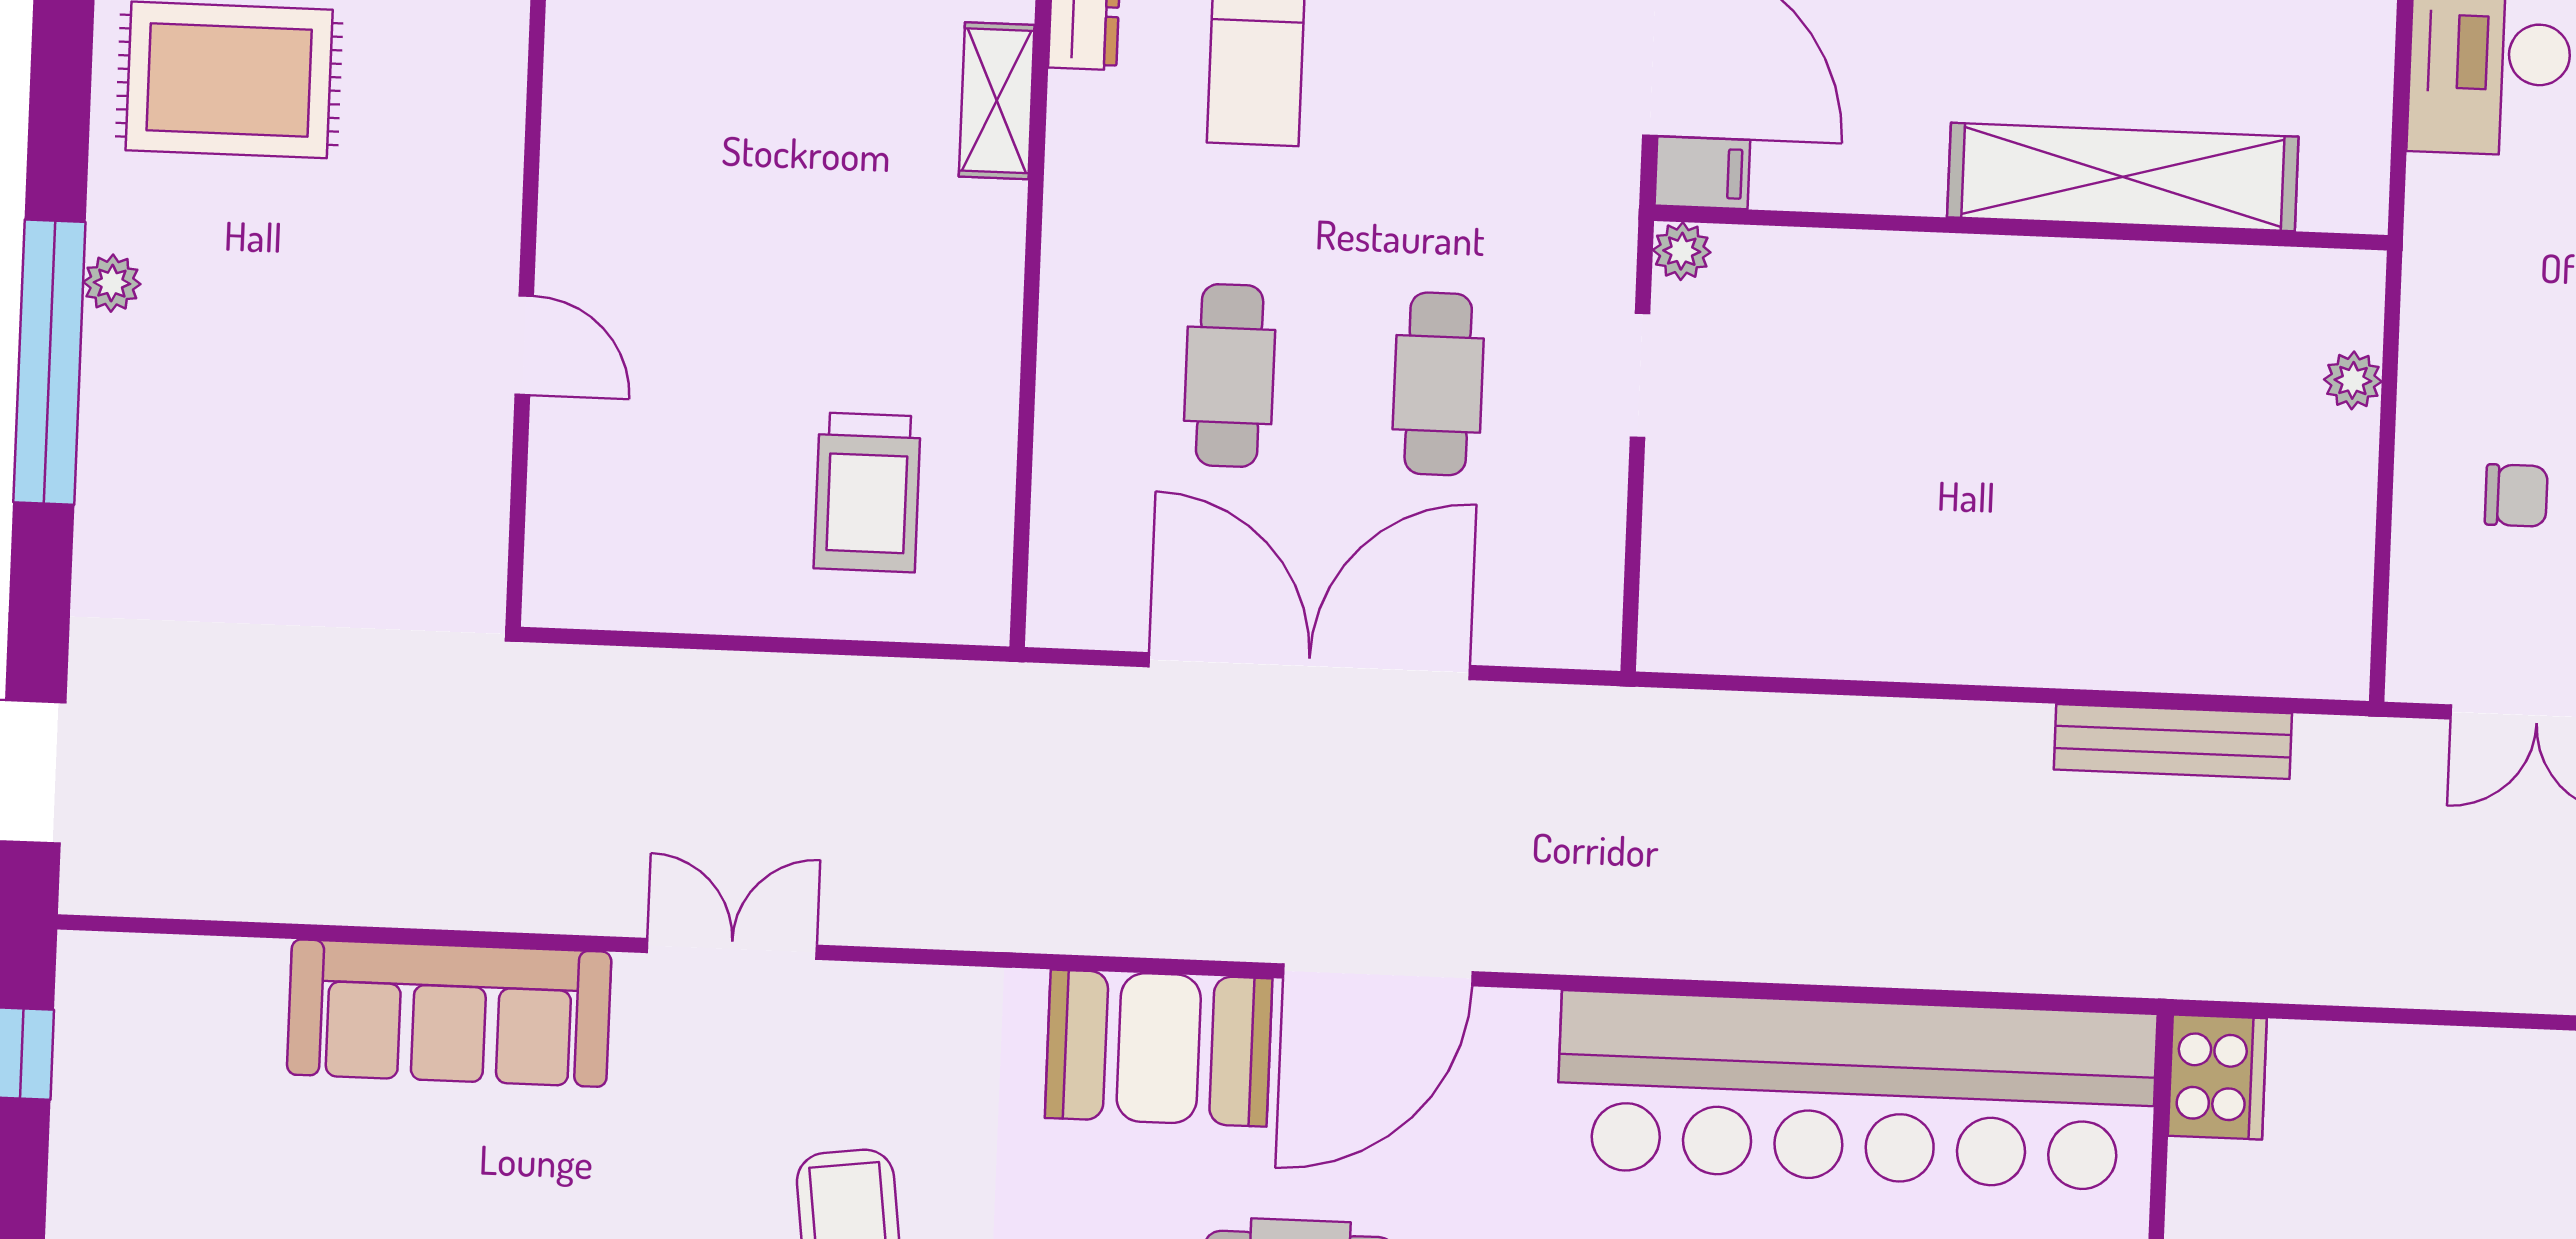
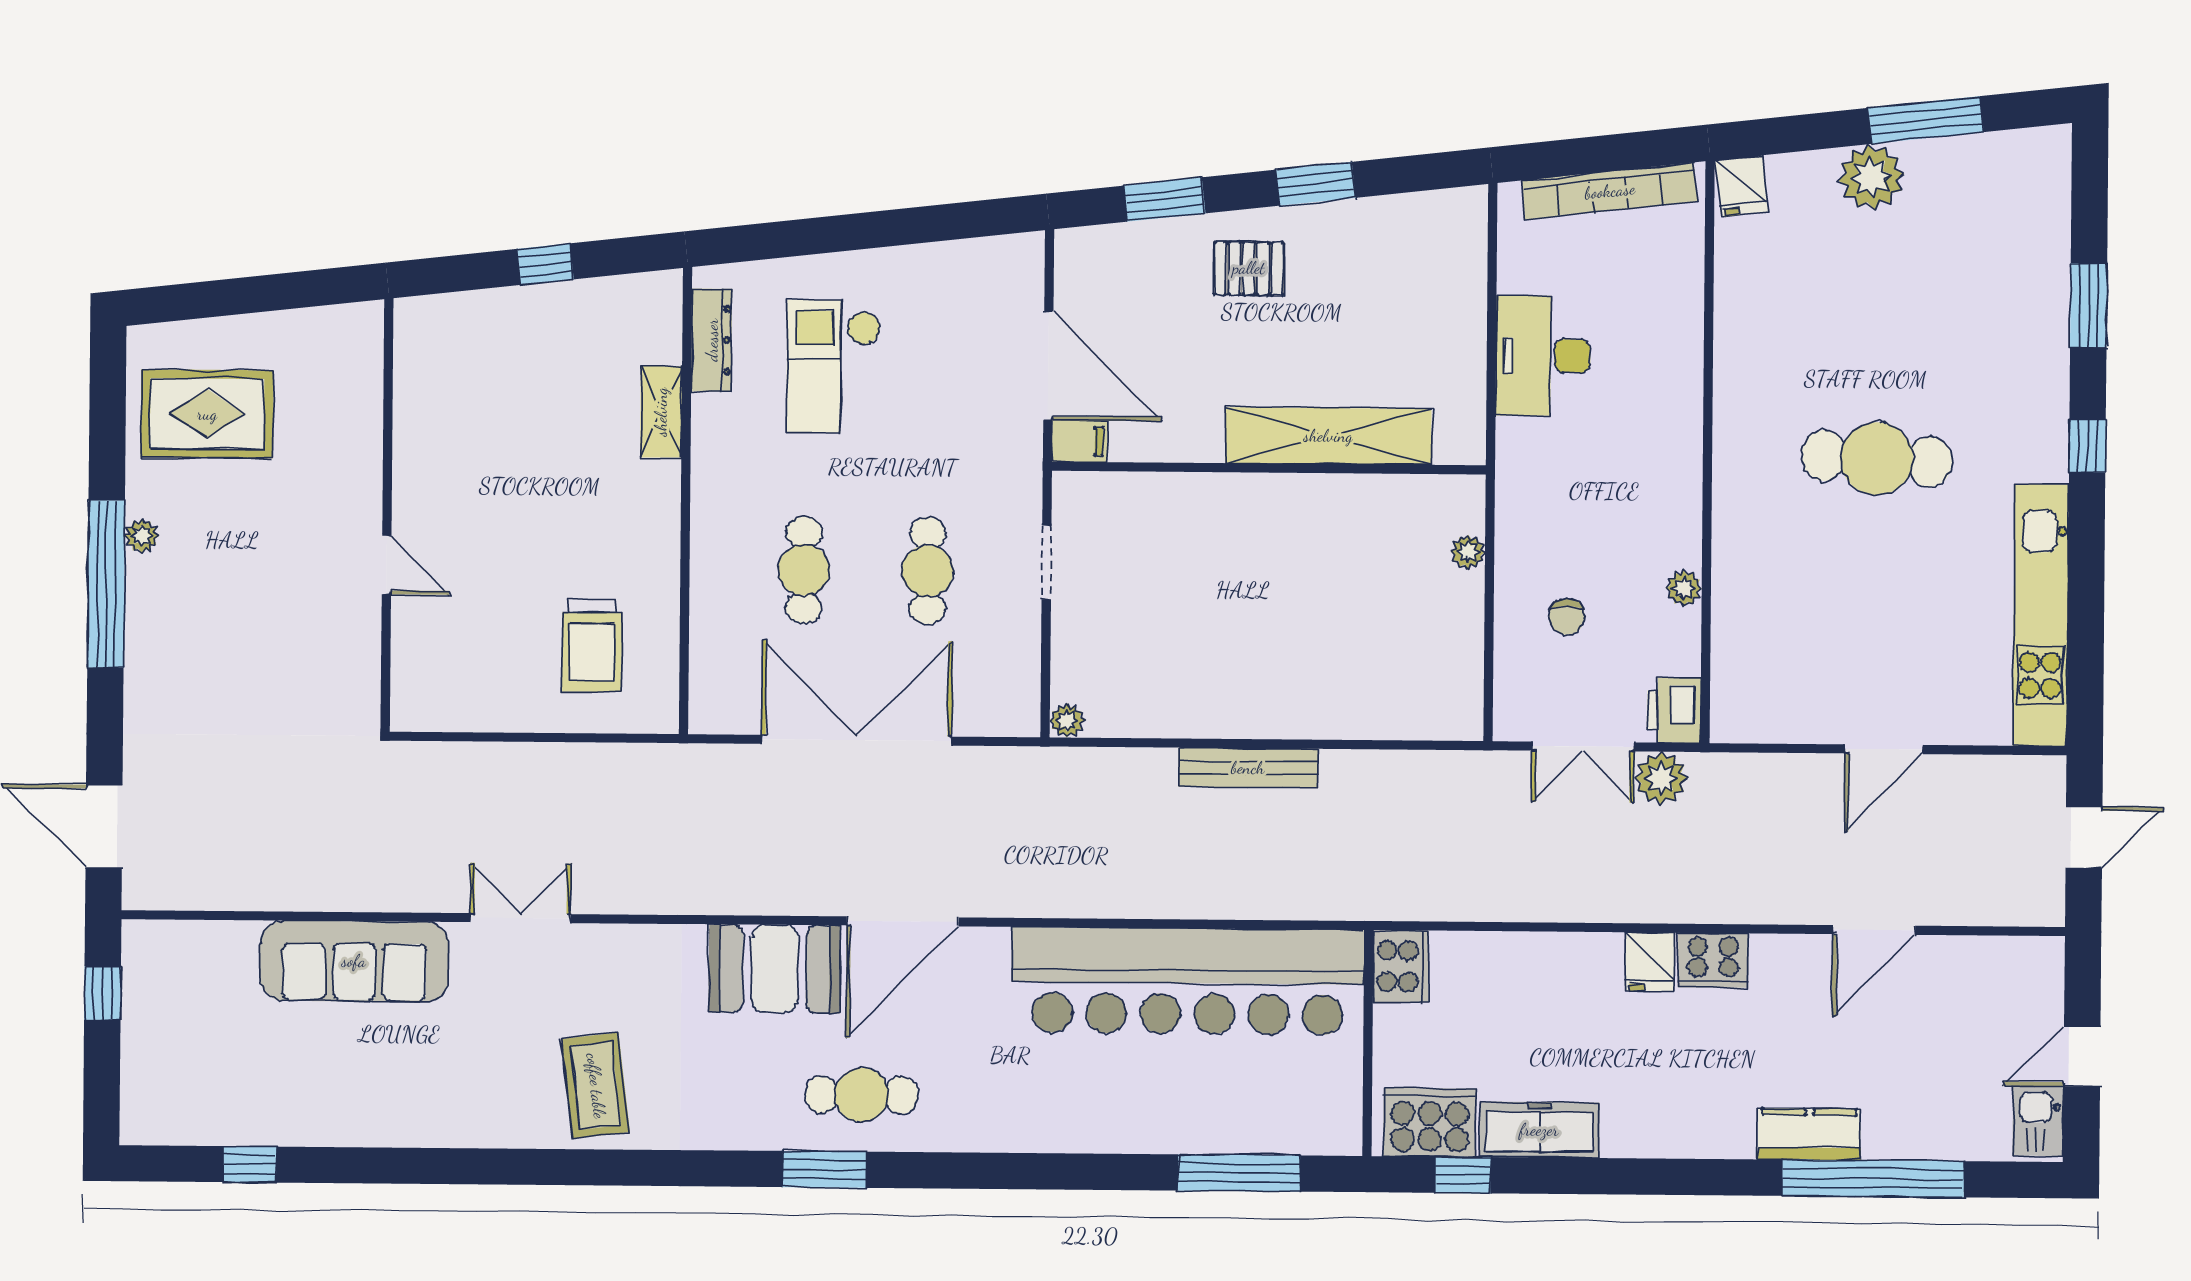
plant: (1682, 251) -> (1067, 720), moved
chair: (2516, 495) -> (1567, 617), turned 90
bench: (2173, 741) -> (1248, 768), moved

